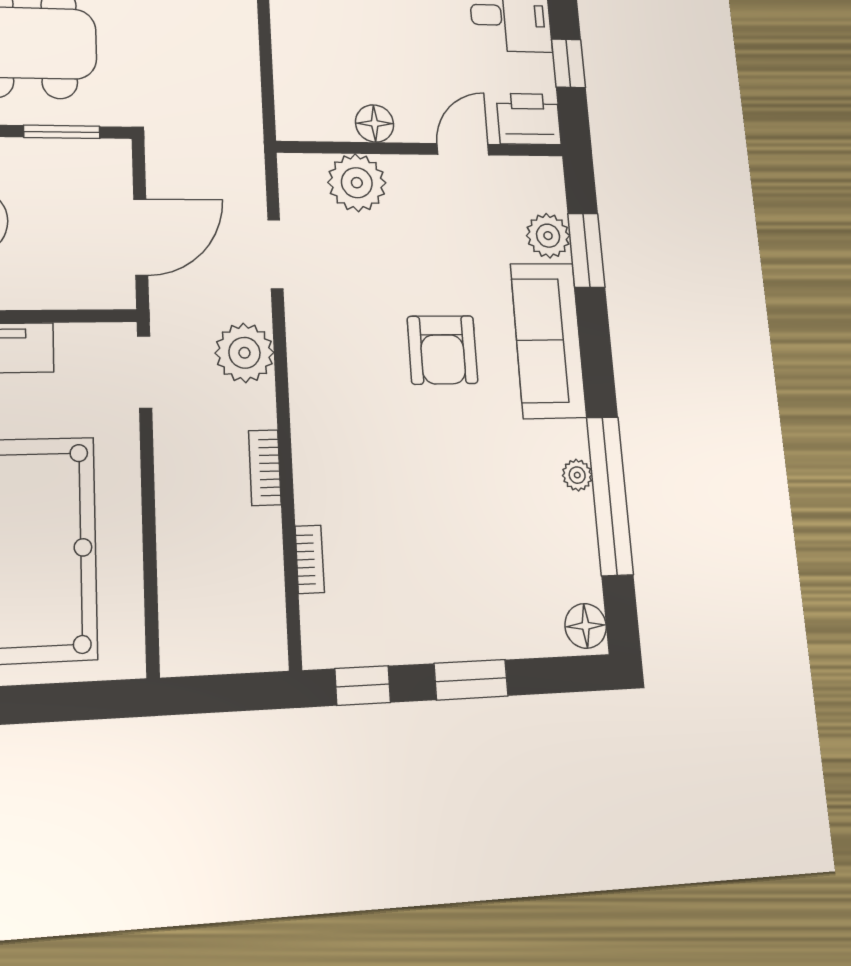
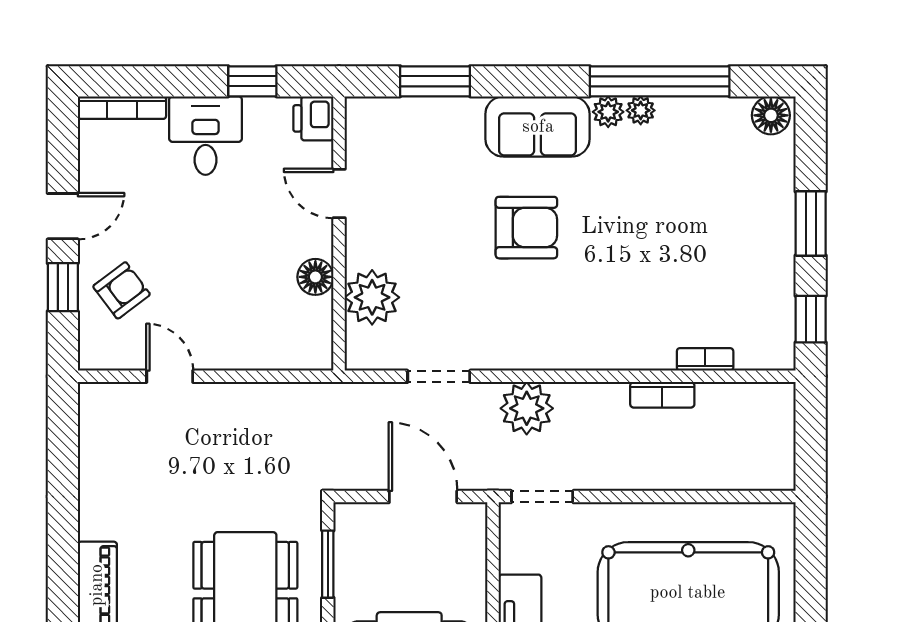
printer: (529, 119) -> (313, 118), width x0.73, depth x0.81
plant: (548, 236) -> (608, 112), moved, width x0.73, depth x0.73
sofa: (548, 340) -> (538, 127), width x0.73
bookcase: (265, 468) -> (662, 395), moved

